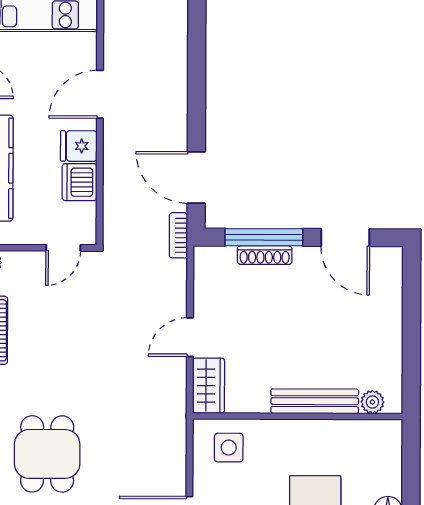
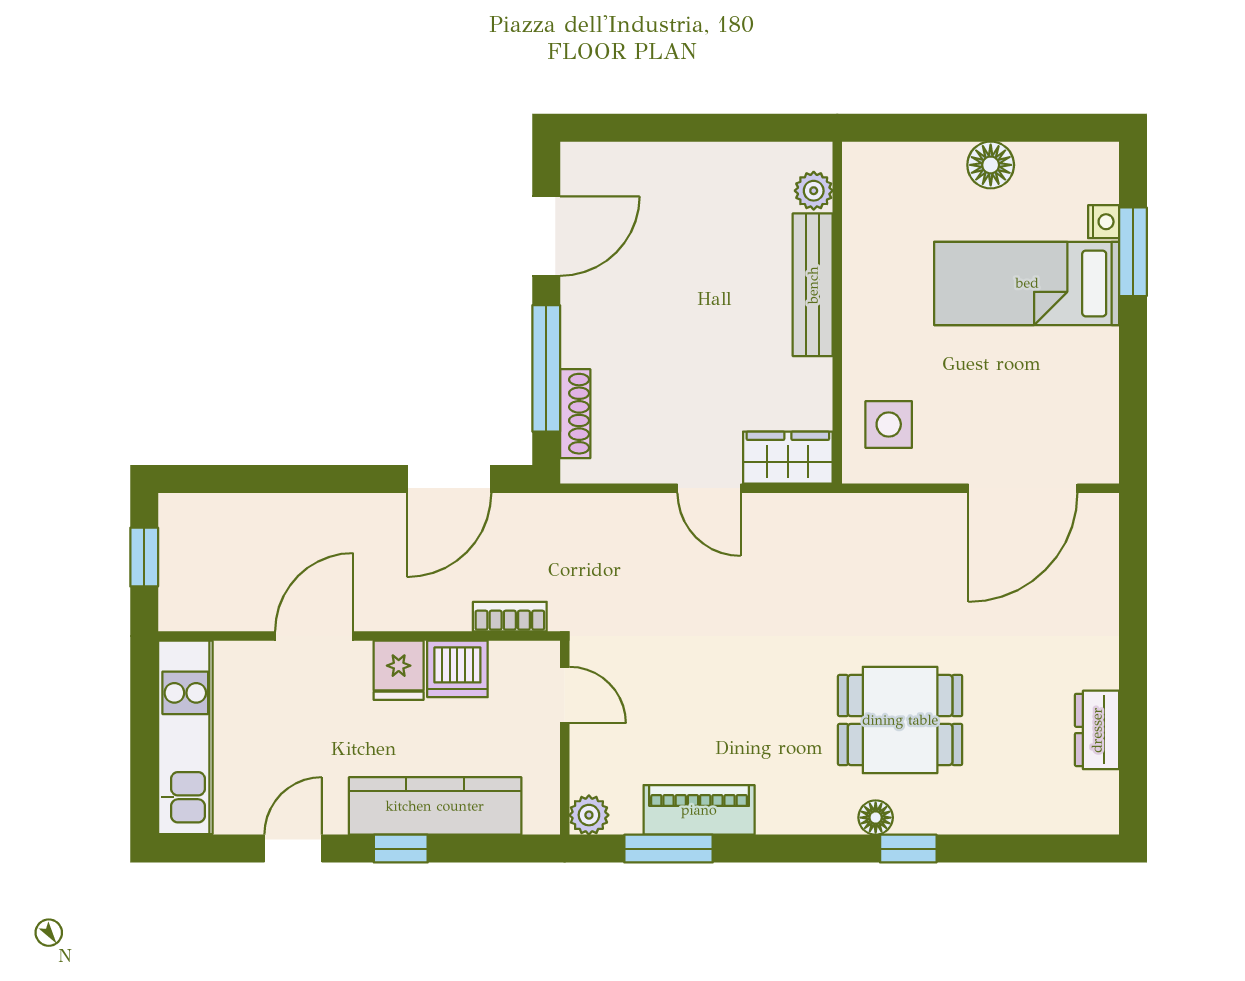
door: (100, 94) -> (314, 636), swing flipped
bookcase: (178, 235) -> (510, 617), moved, turned 180
shoe rack: (265, 255) -> (575, 414), moved

